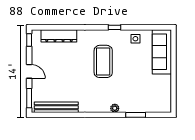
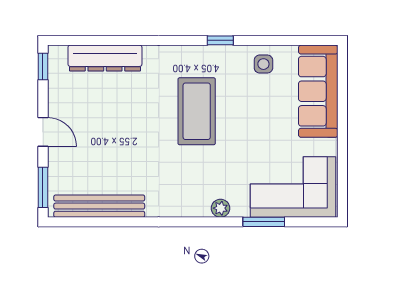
corner sofa: (150, 98) -> (293, 187), added

